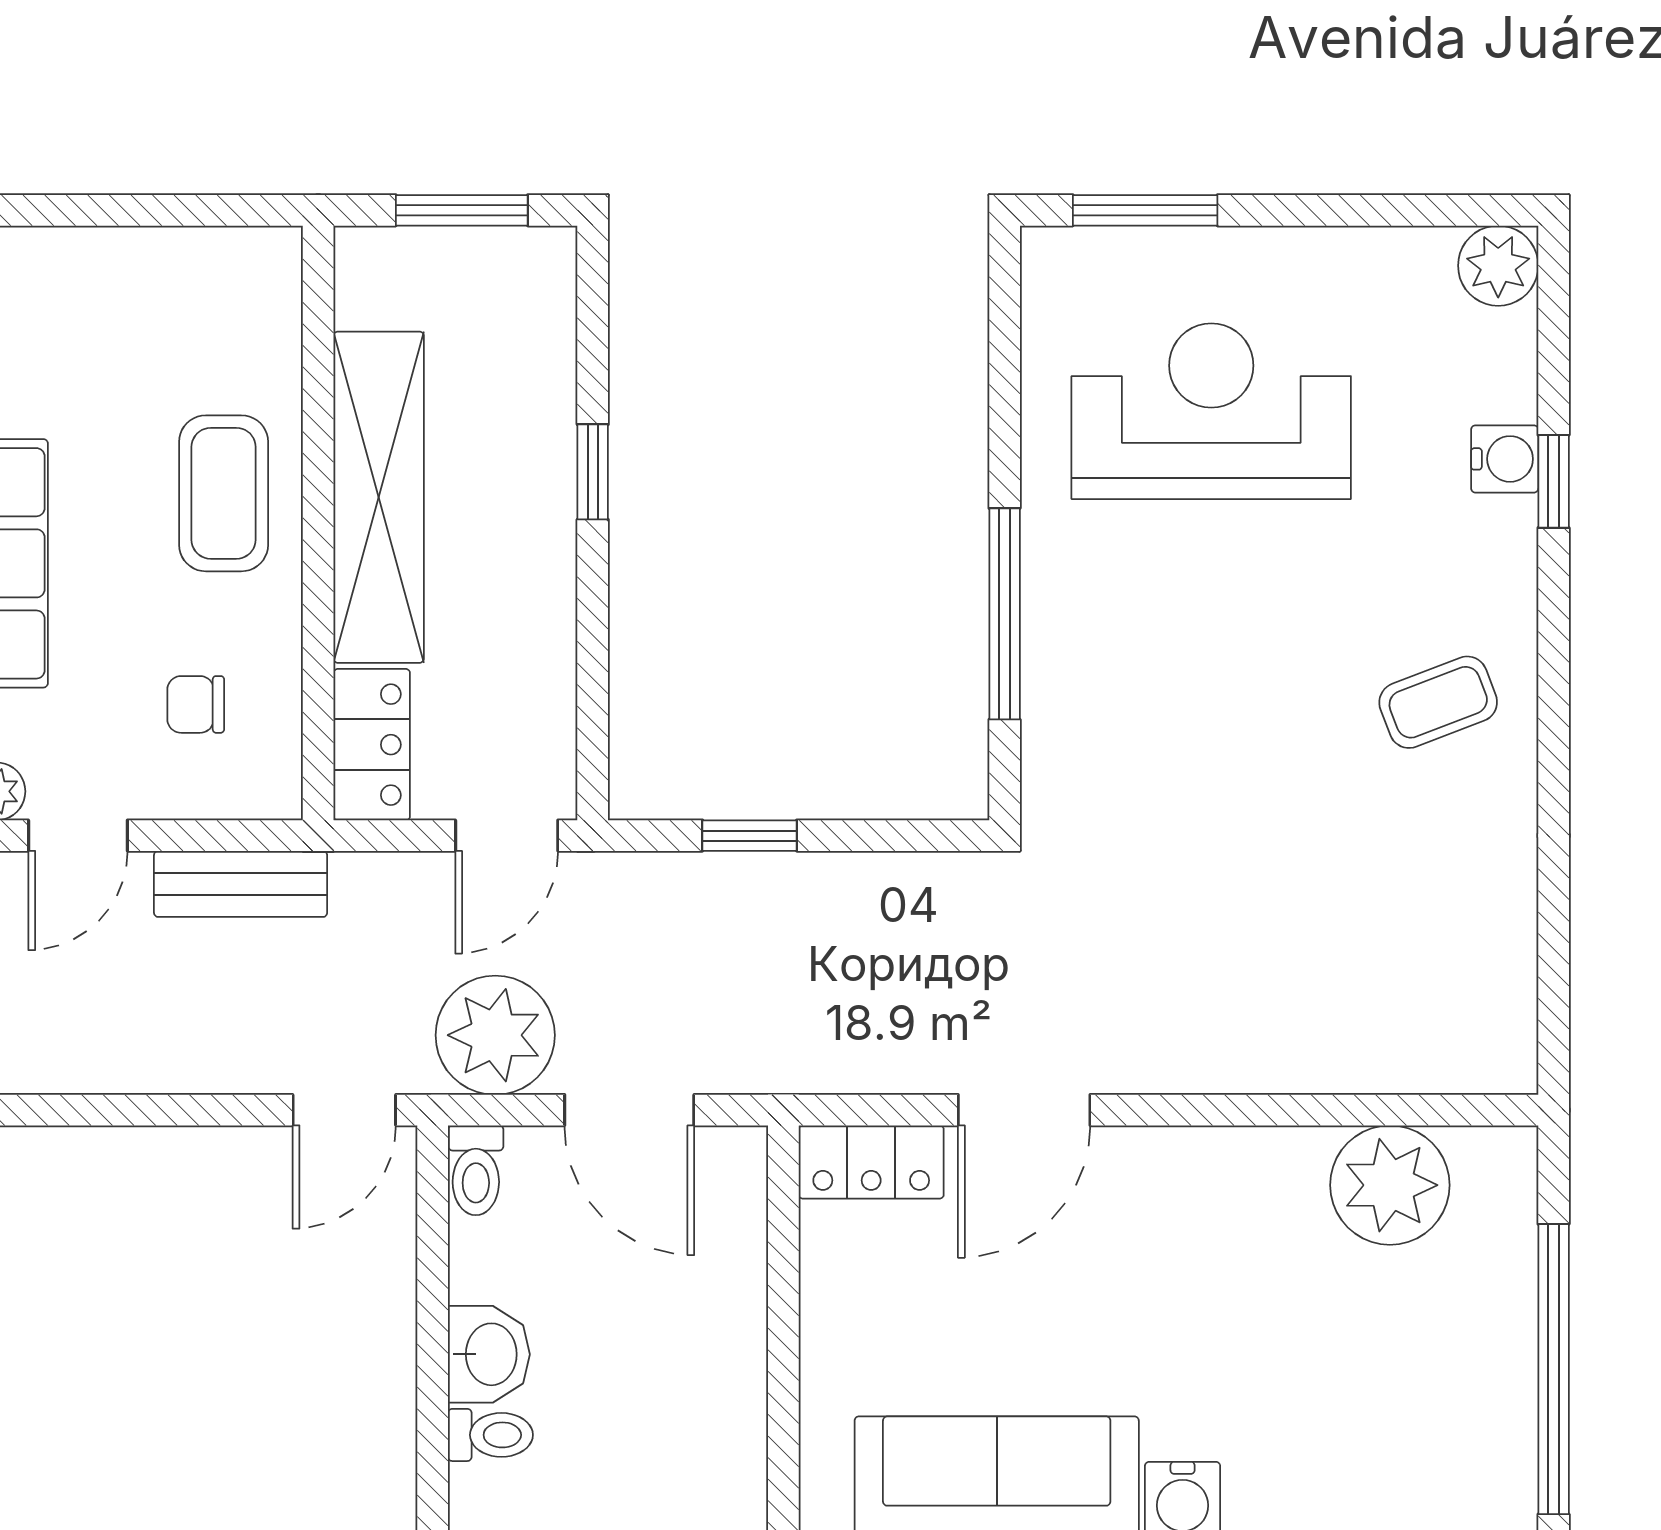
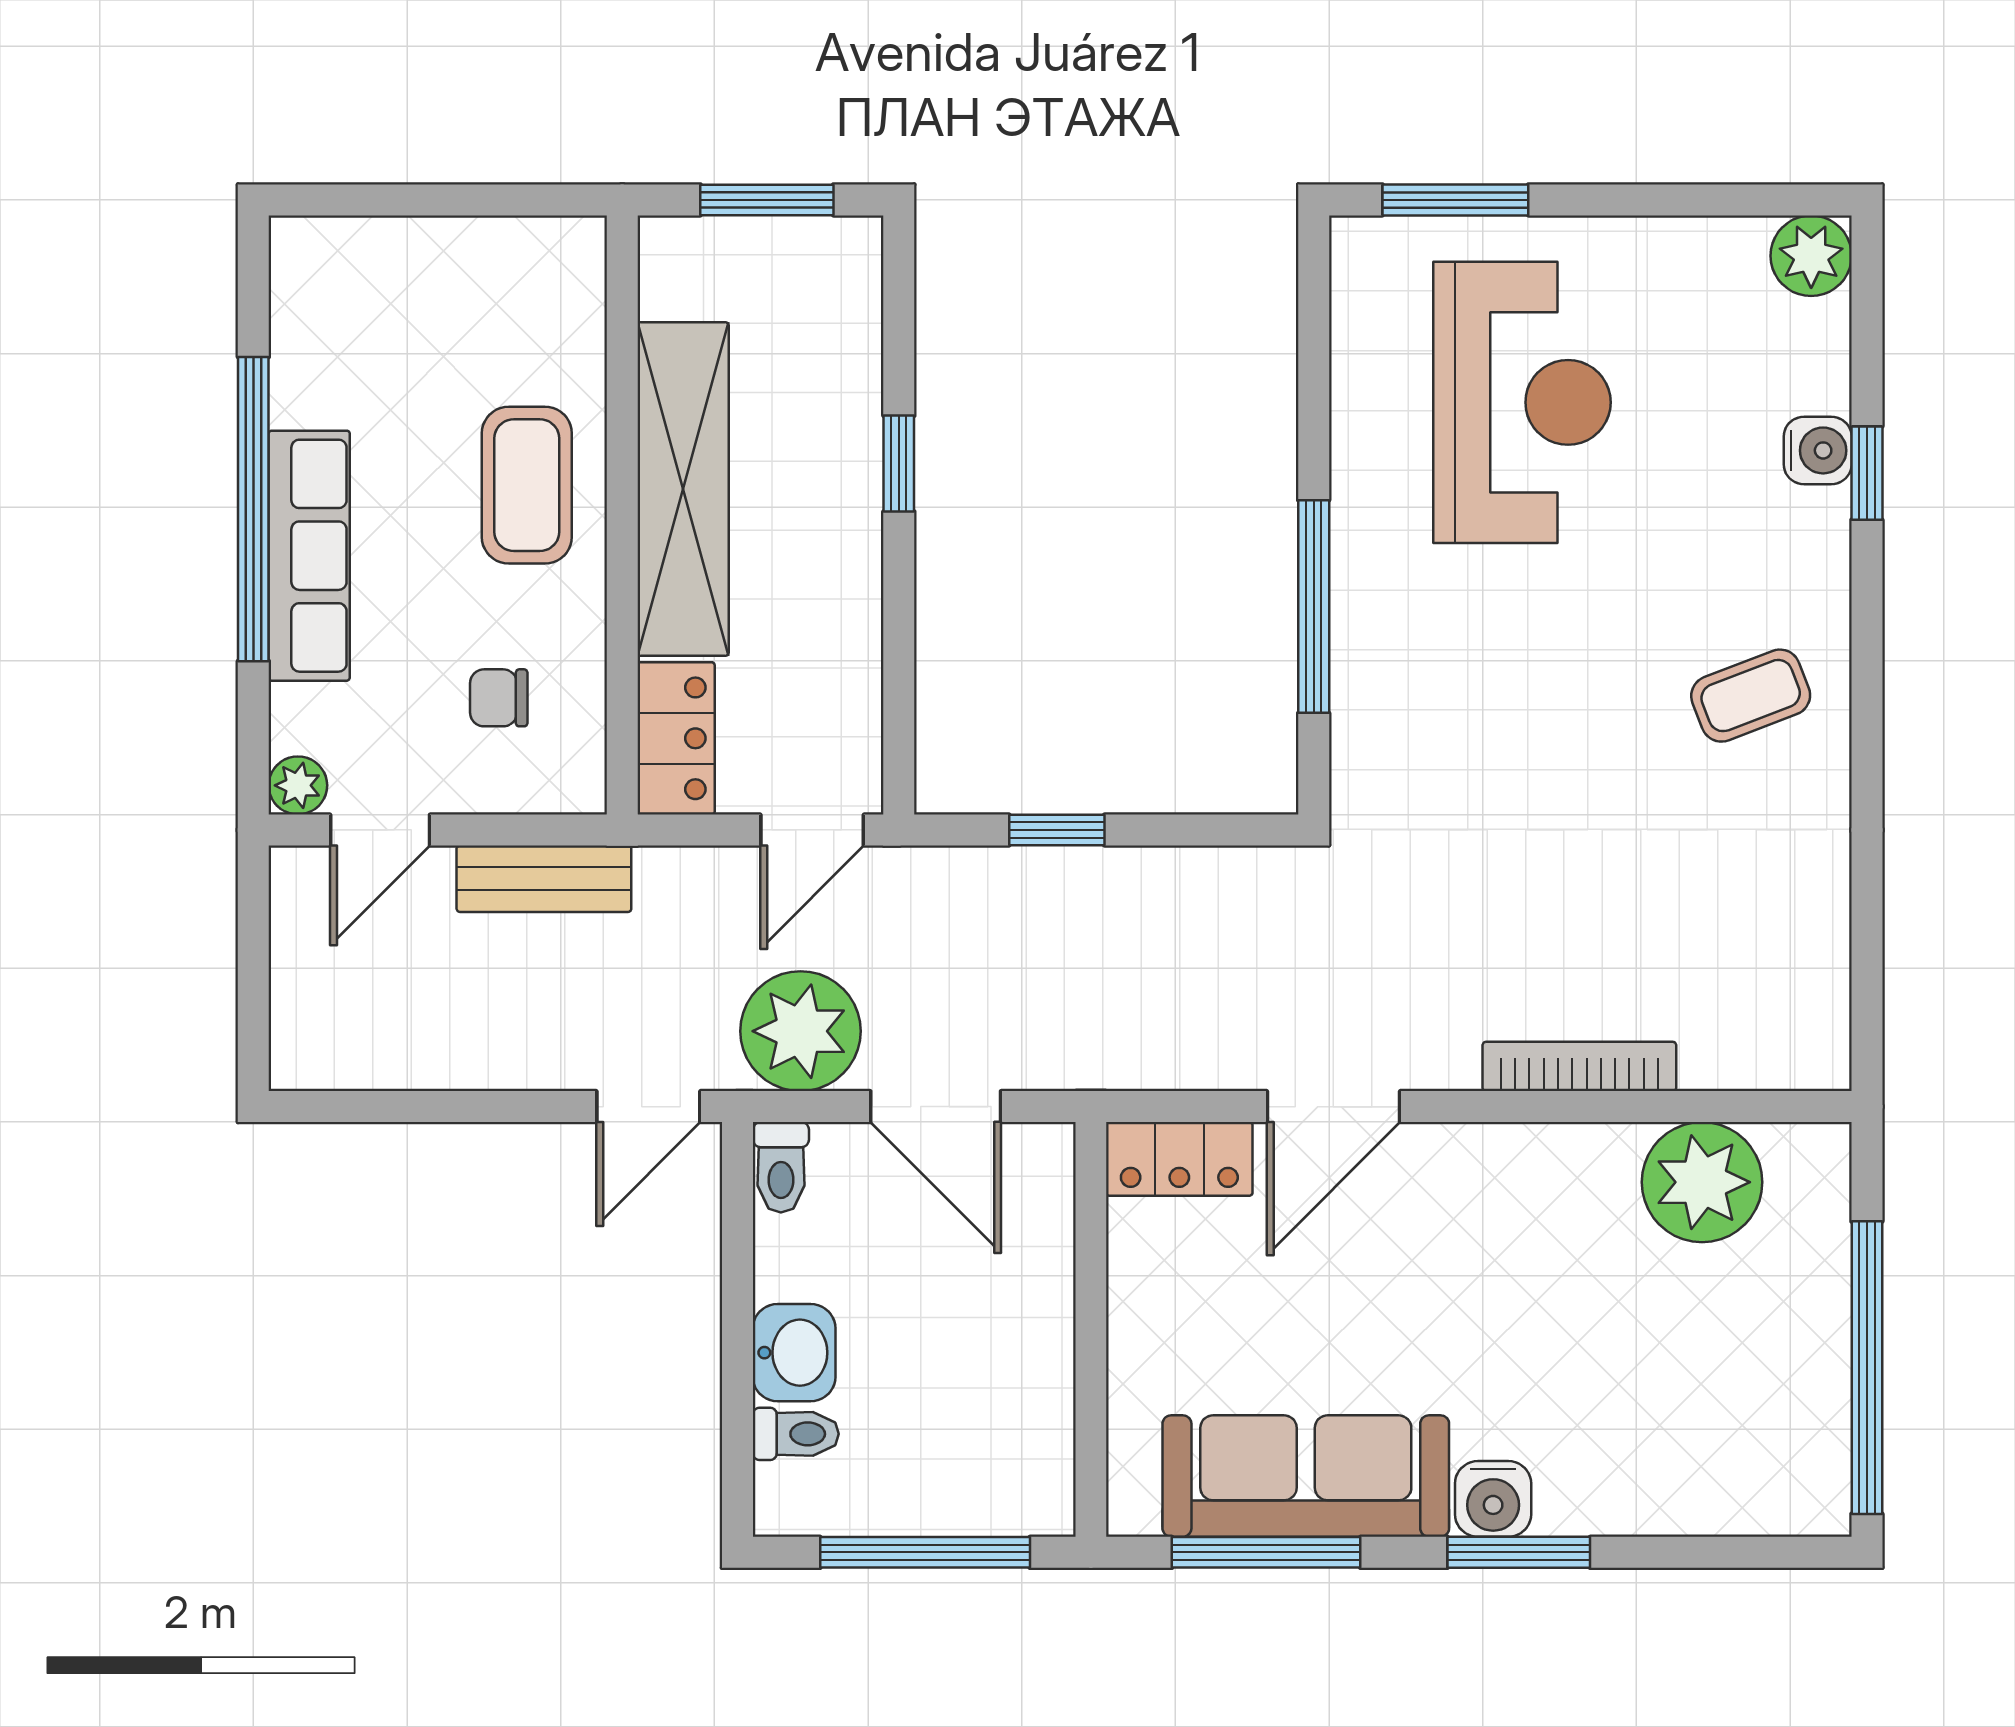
reception desk: (1211, 411) -> (1522, 402), turned 90
bookcase: (1268, 1070) -> (1579, 1066), added

